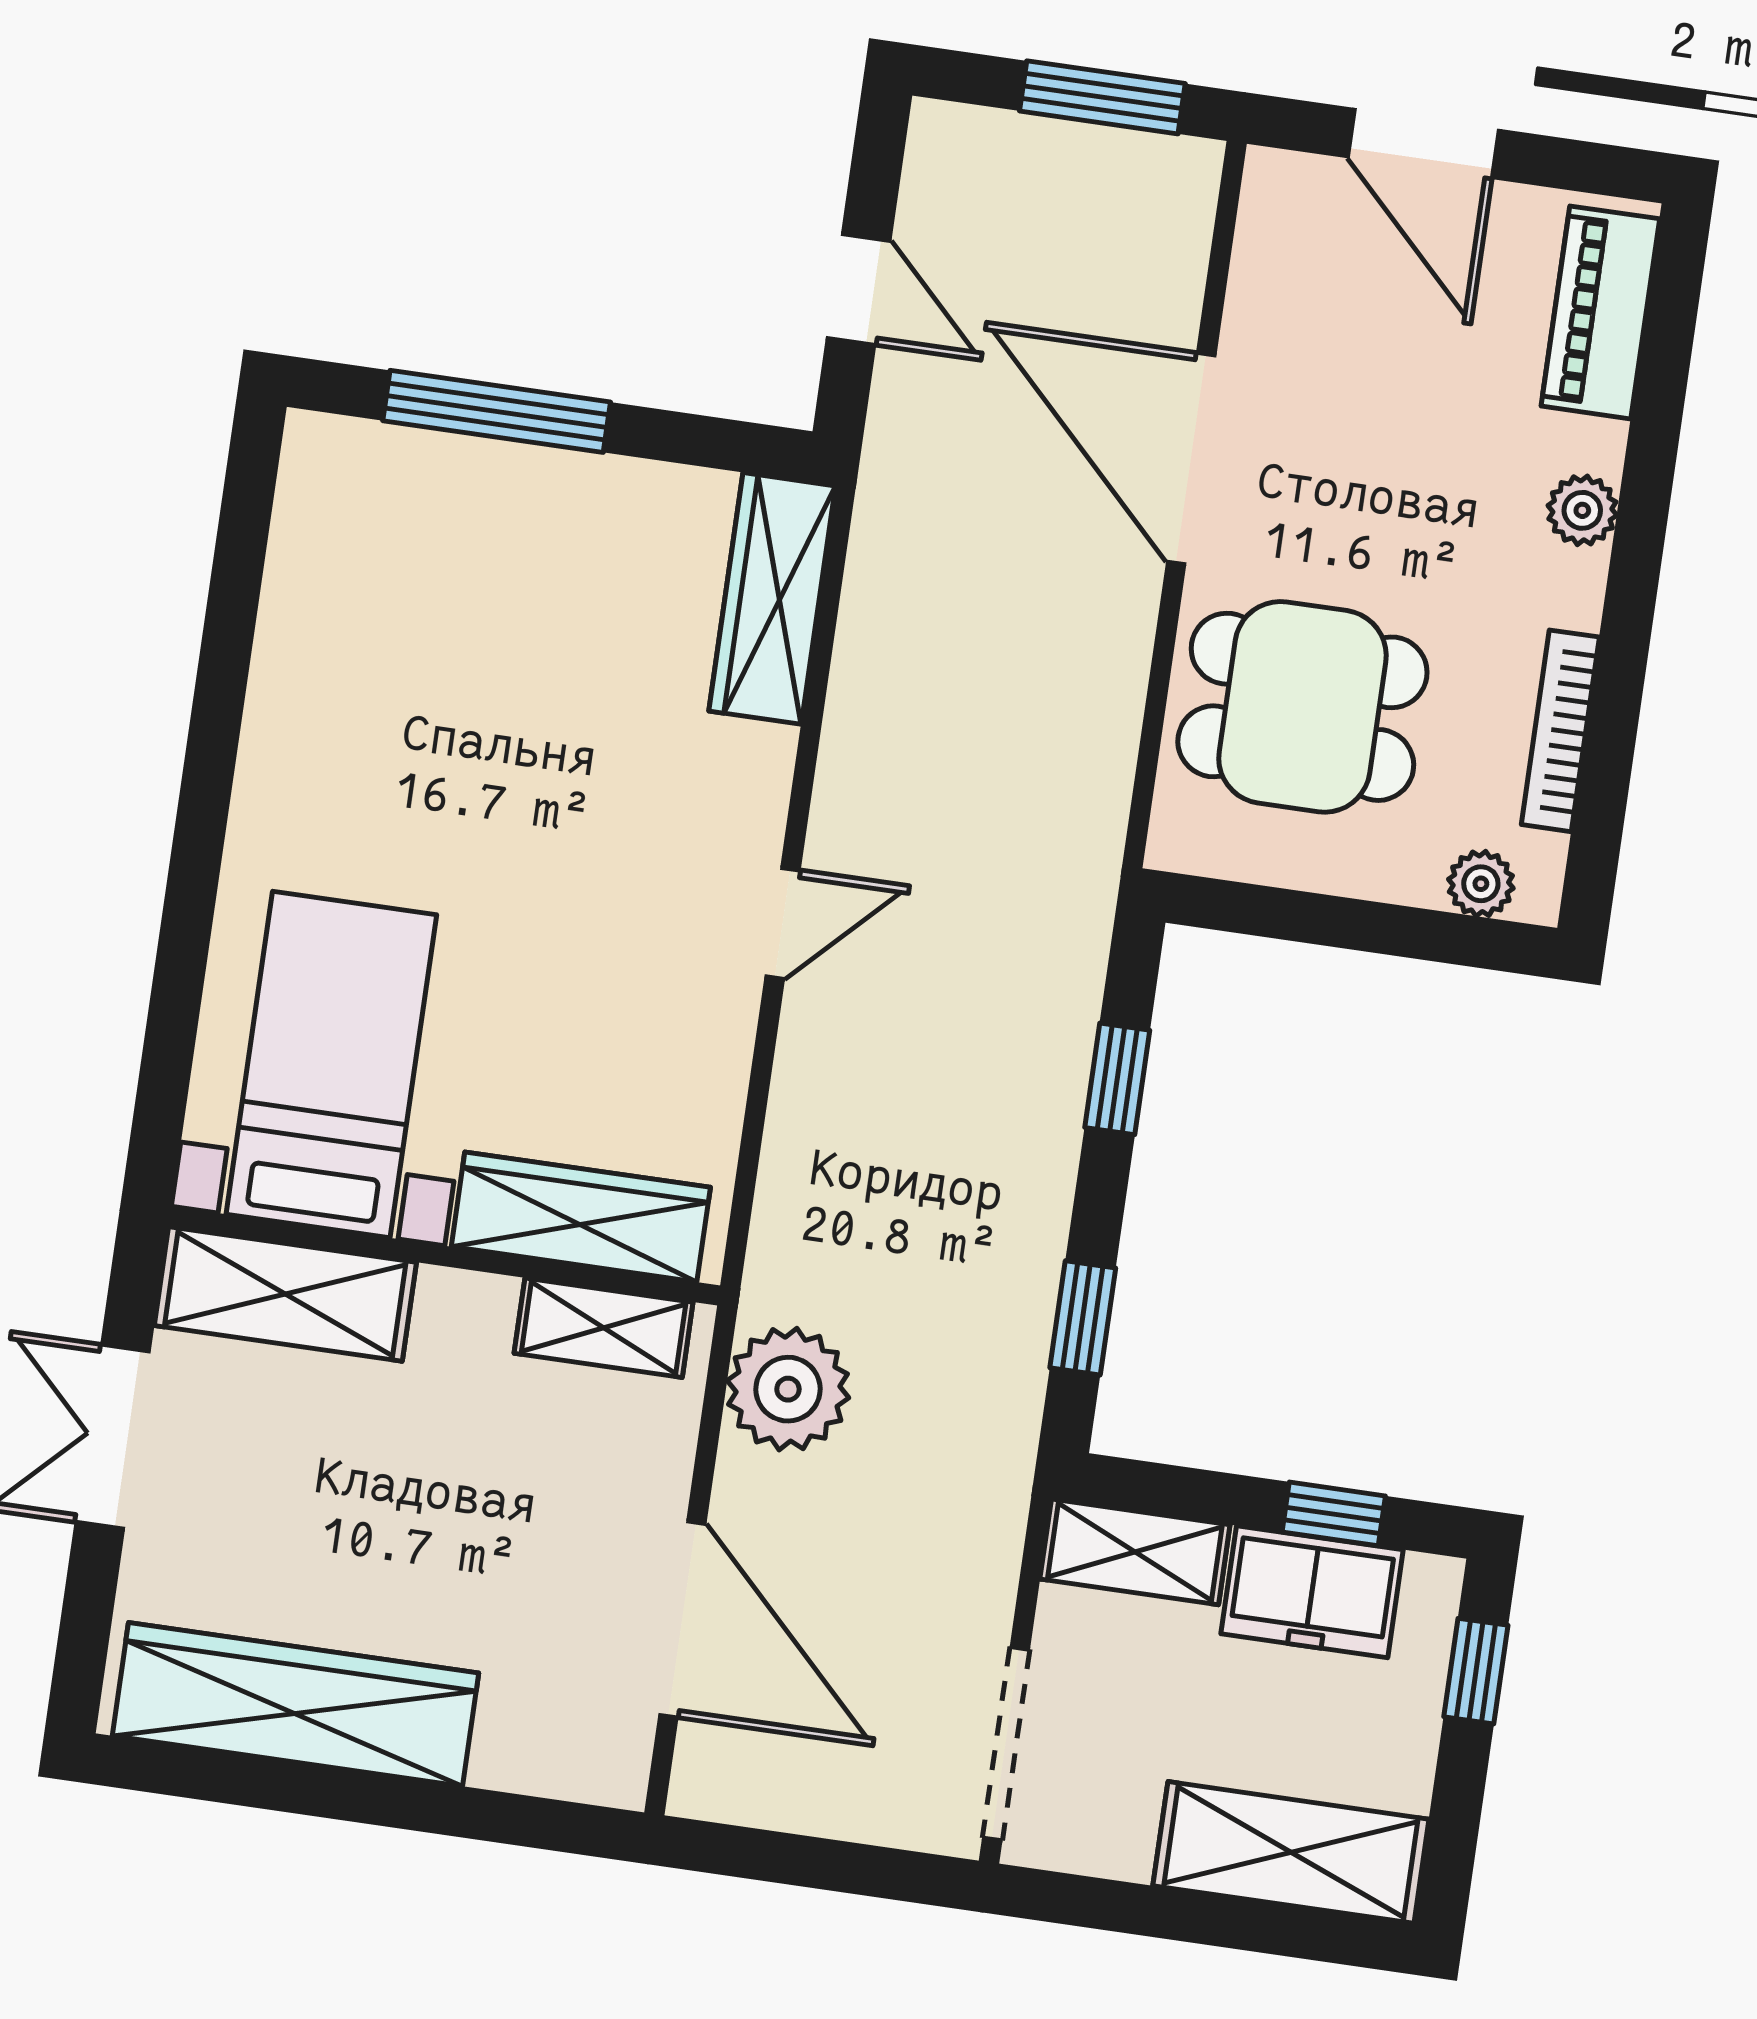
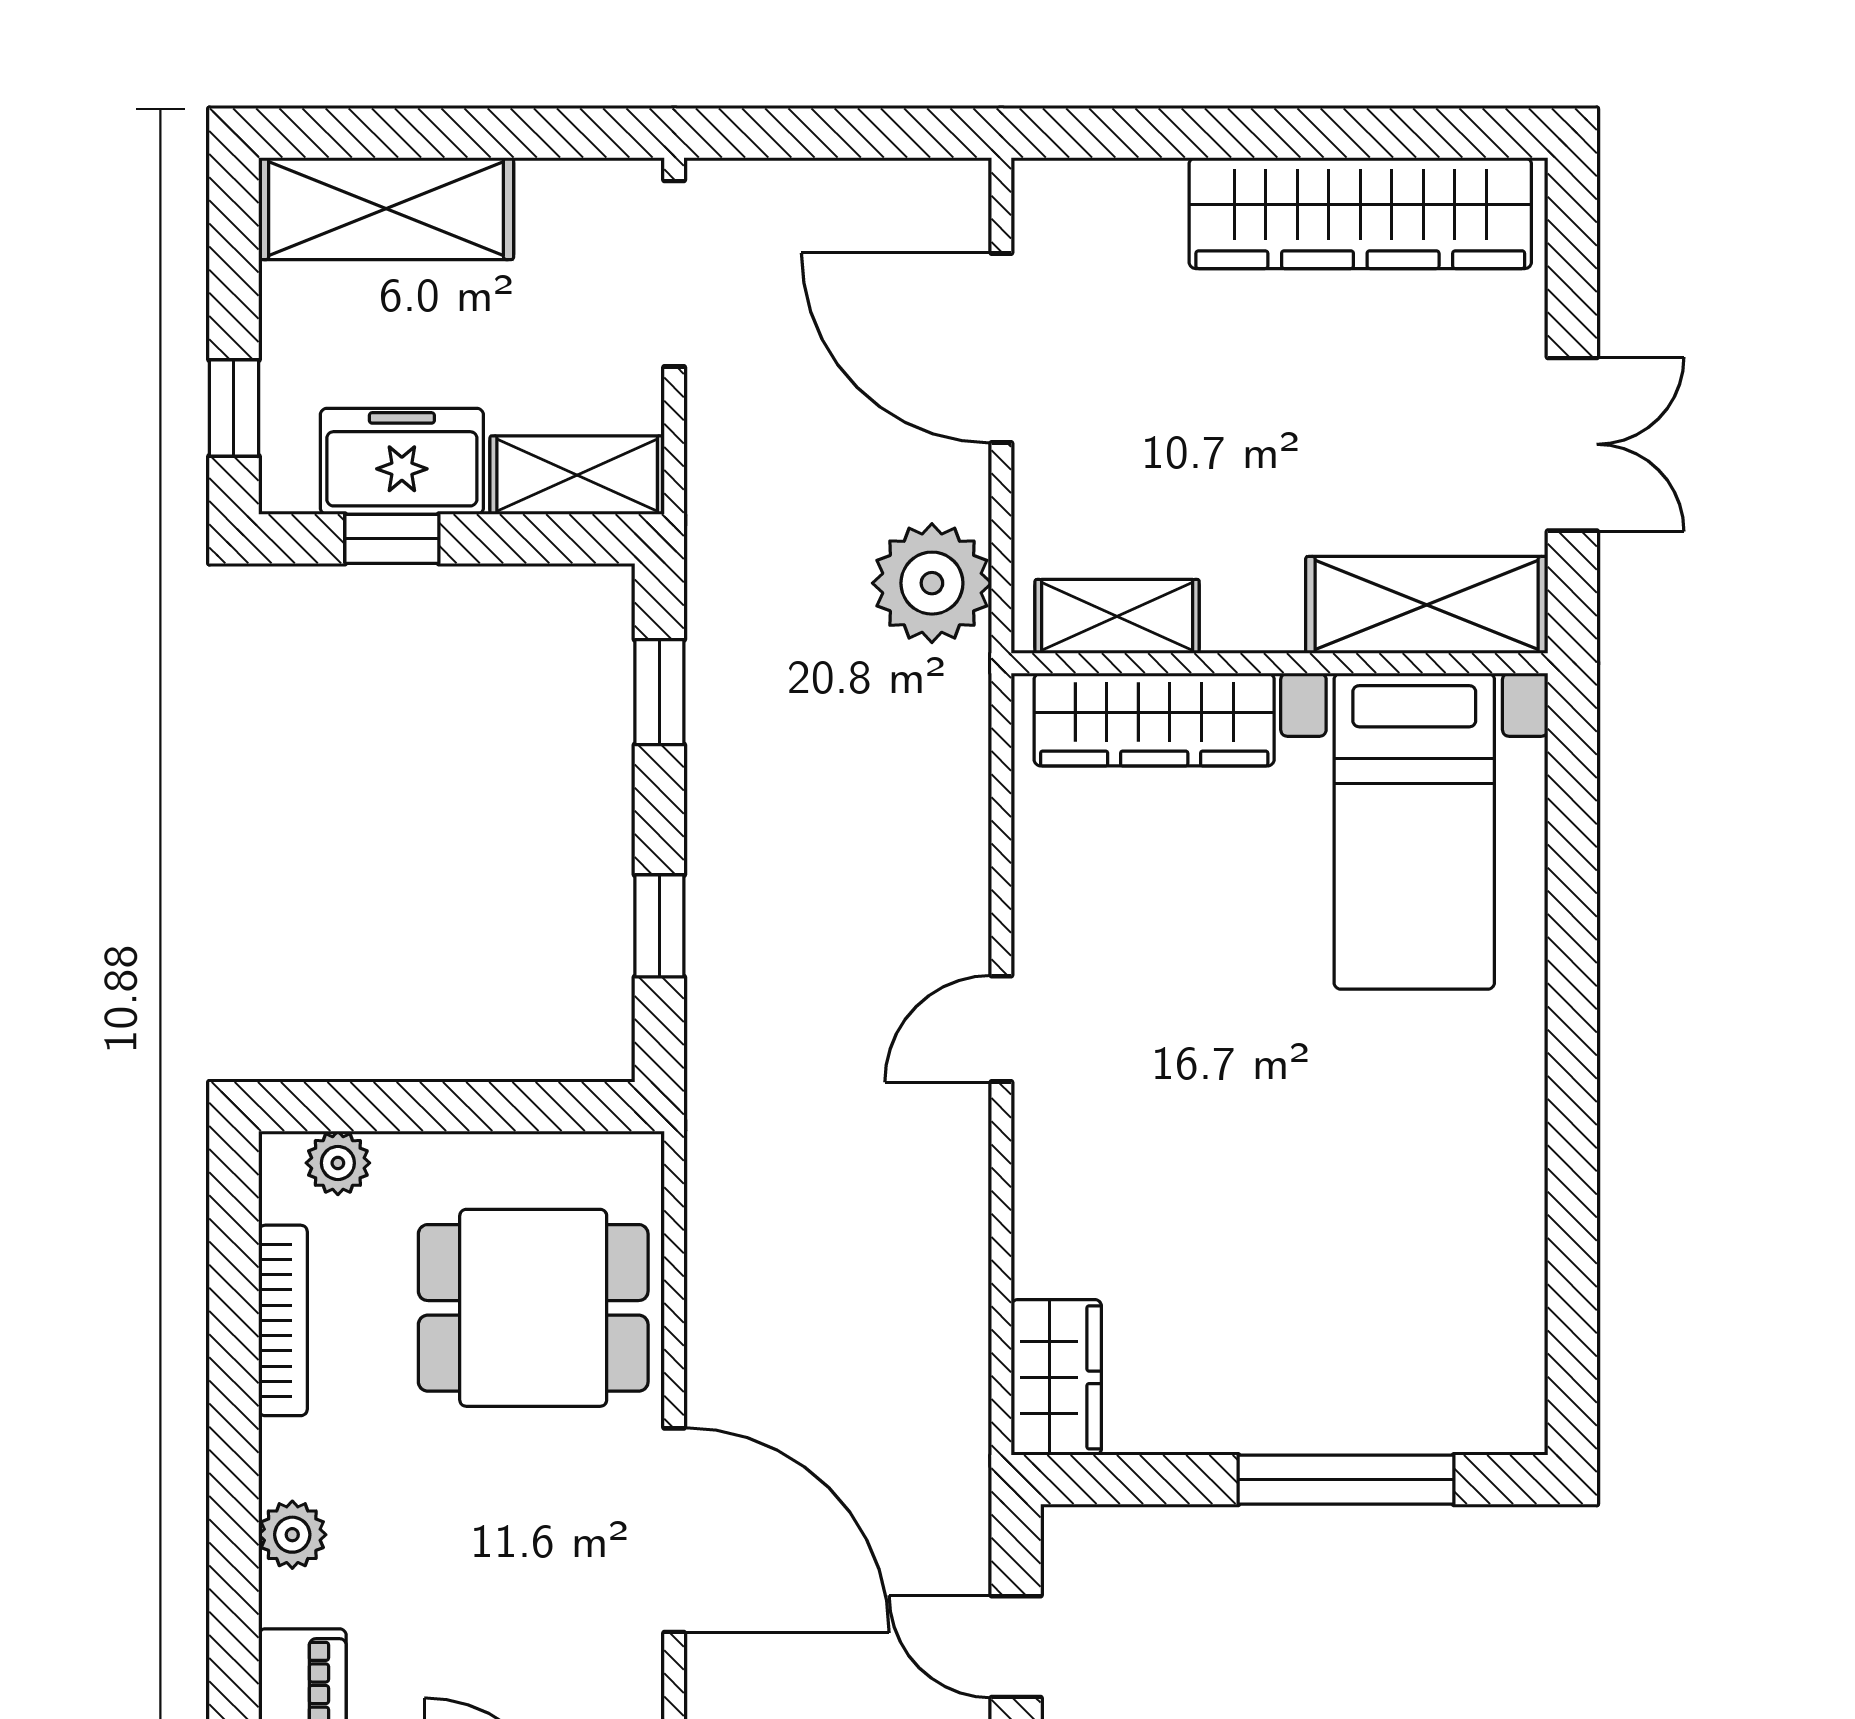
wardrobe: (772, 598) -> (1056, 1377), width x0.67

